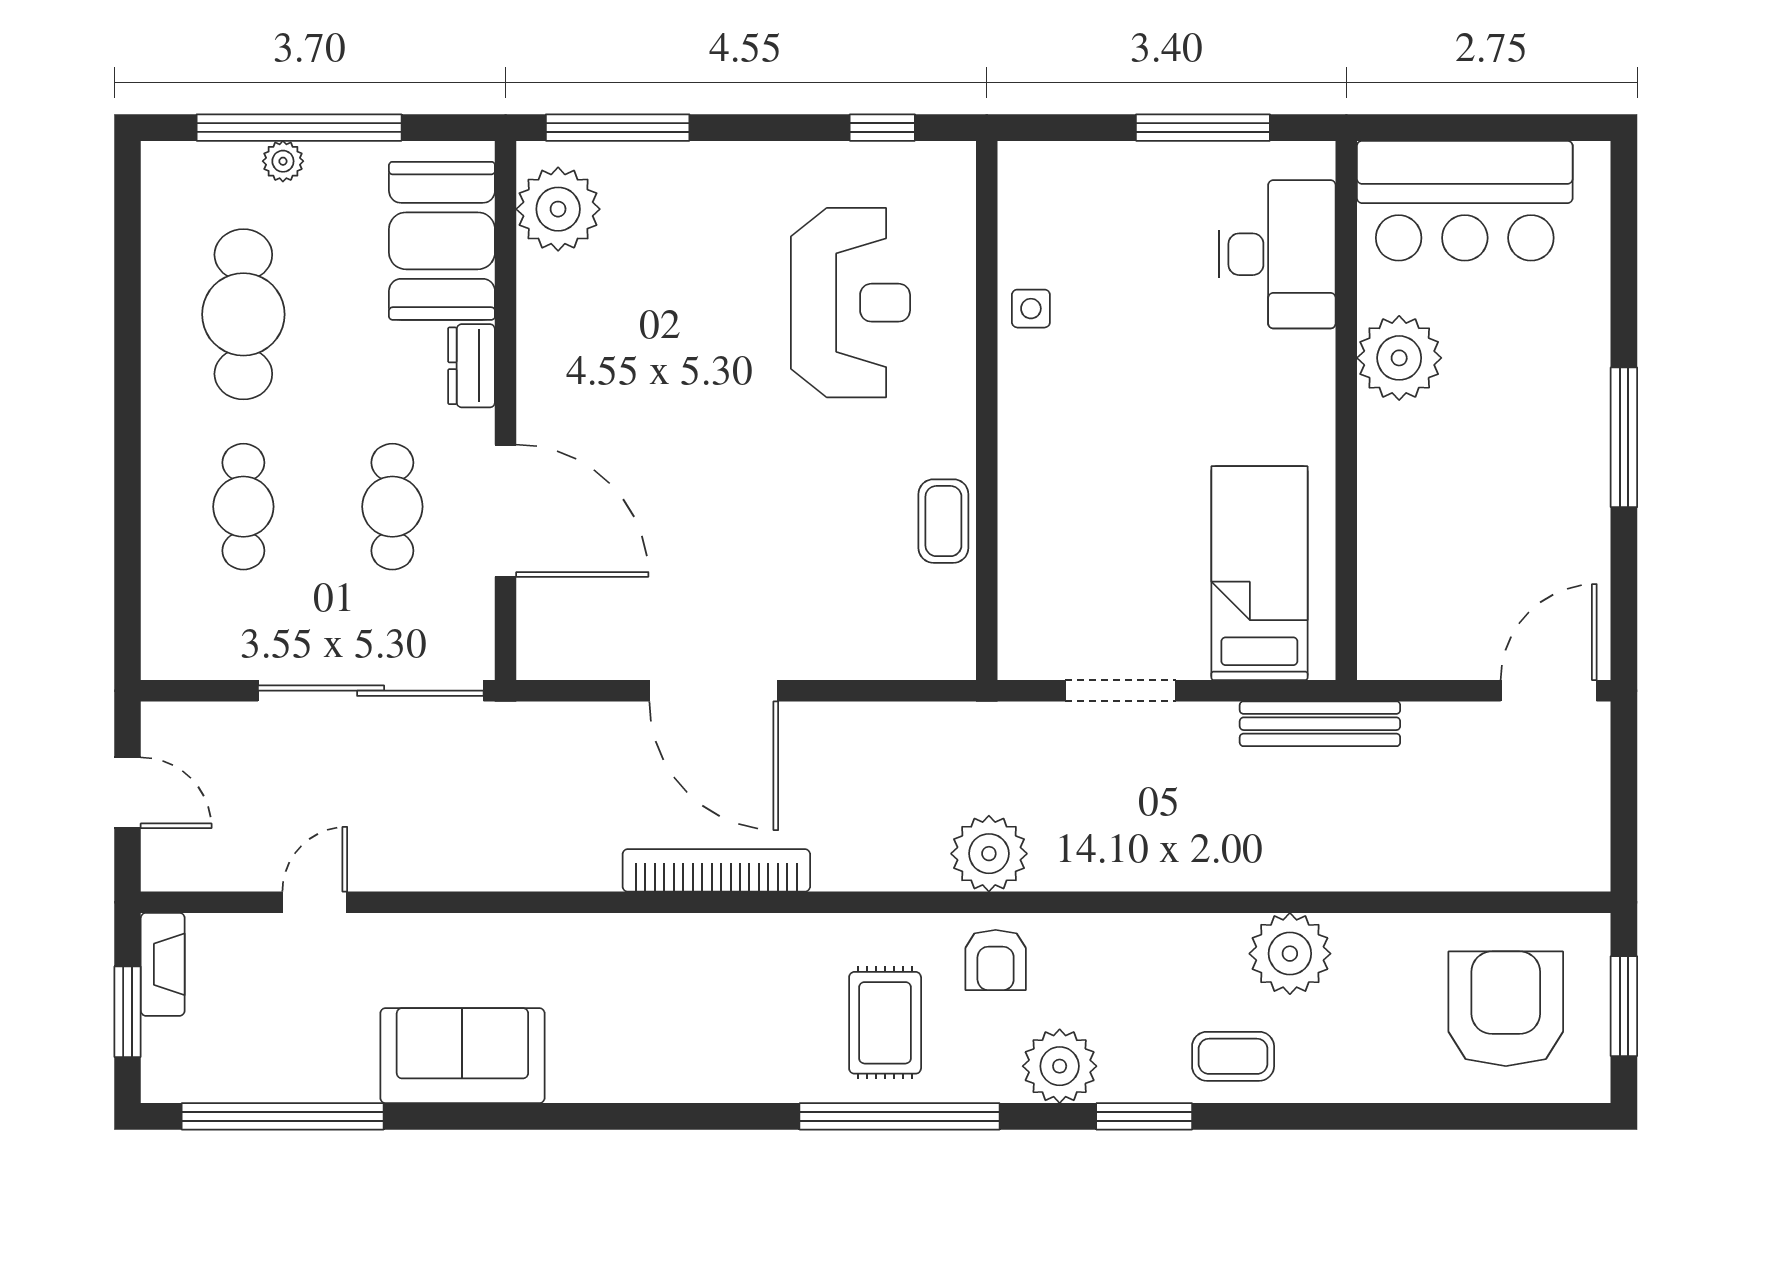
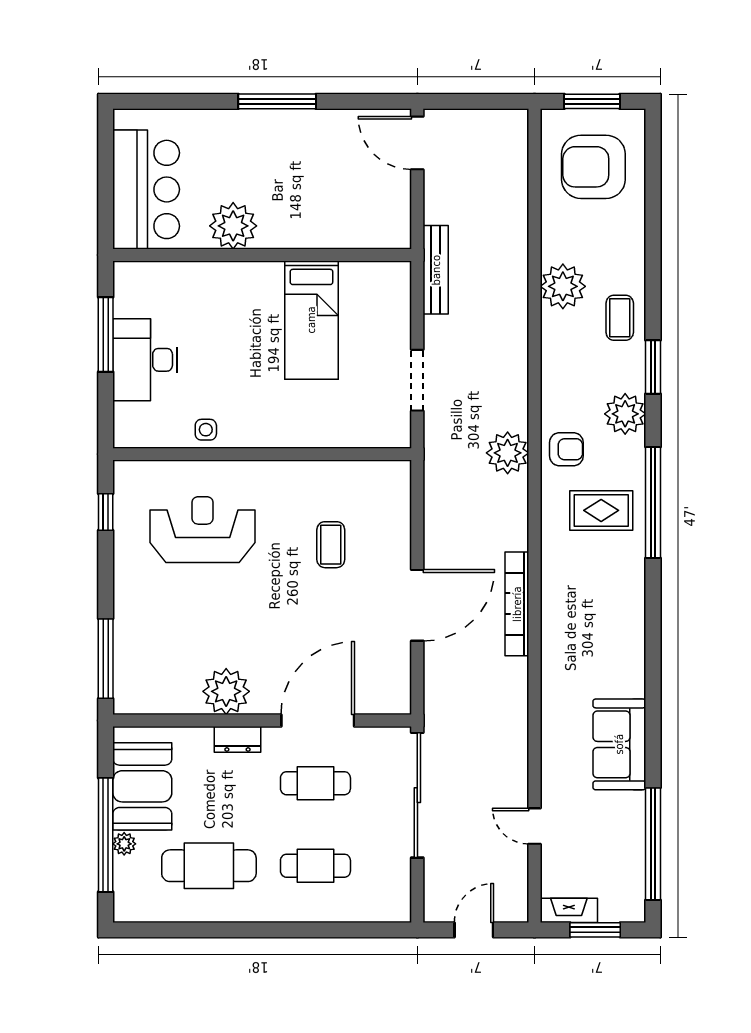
plant: (558, 209) -> (226, 691), moved
booth: (442, 241) -> (142, 786), moved, turned 90
desk: (1277, 254) -> (145, 360), moved, turned -90
coffee table: (943, 521) -> (331, 545), moved, turned 90
bed: (1259, 573) -> (311, 320), moved, turned -90

